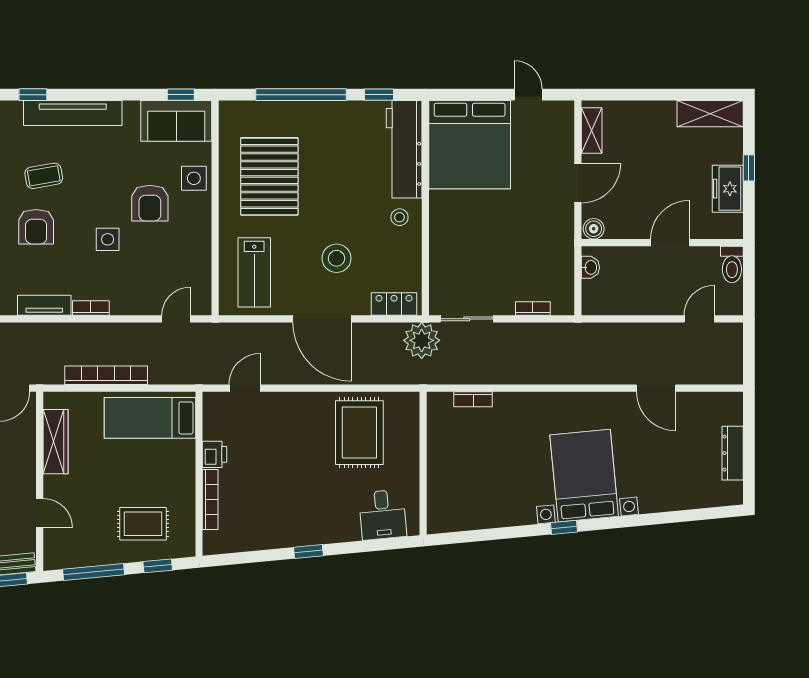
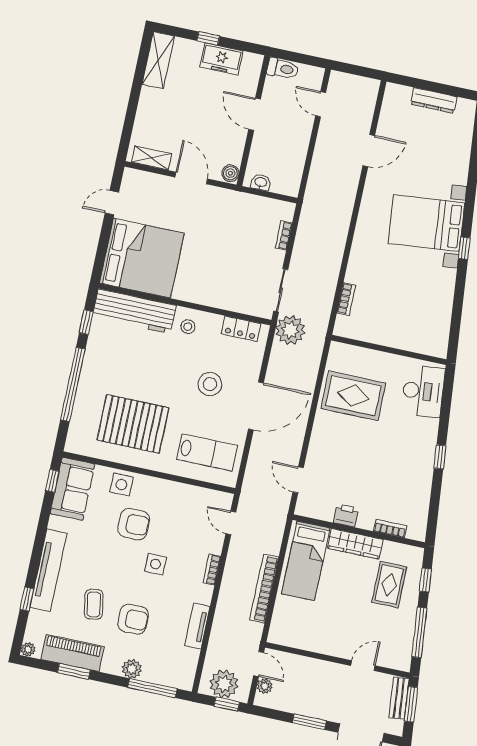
locker: (394, 304) -> (241, 329), moved, turned -90
bookcase: (91, 308) -> (212, 570), moved
wardrobe: (55, 442) -> (355, 544), moved, turned 180
bookcase: (210, 500) -> (390, 529), width x0.64
desk: (383, 515) -> (423, 391), width x1.37

